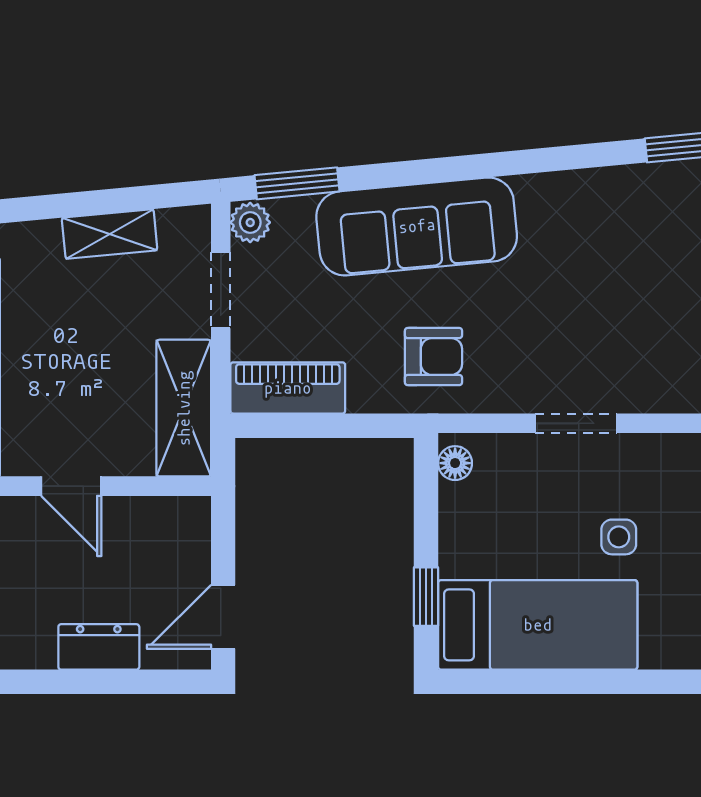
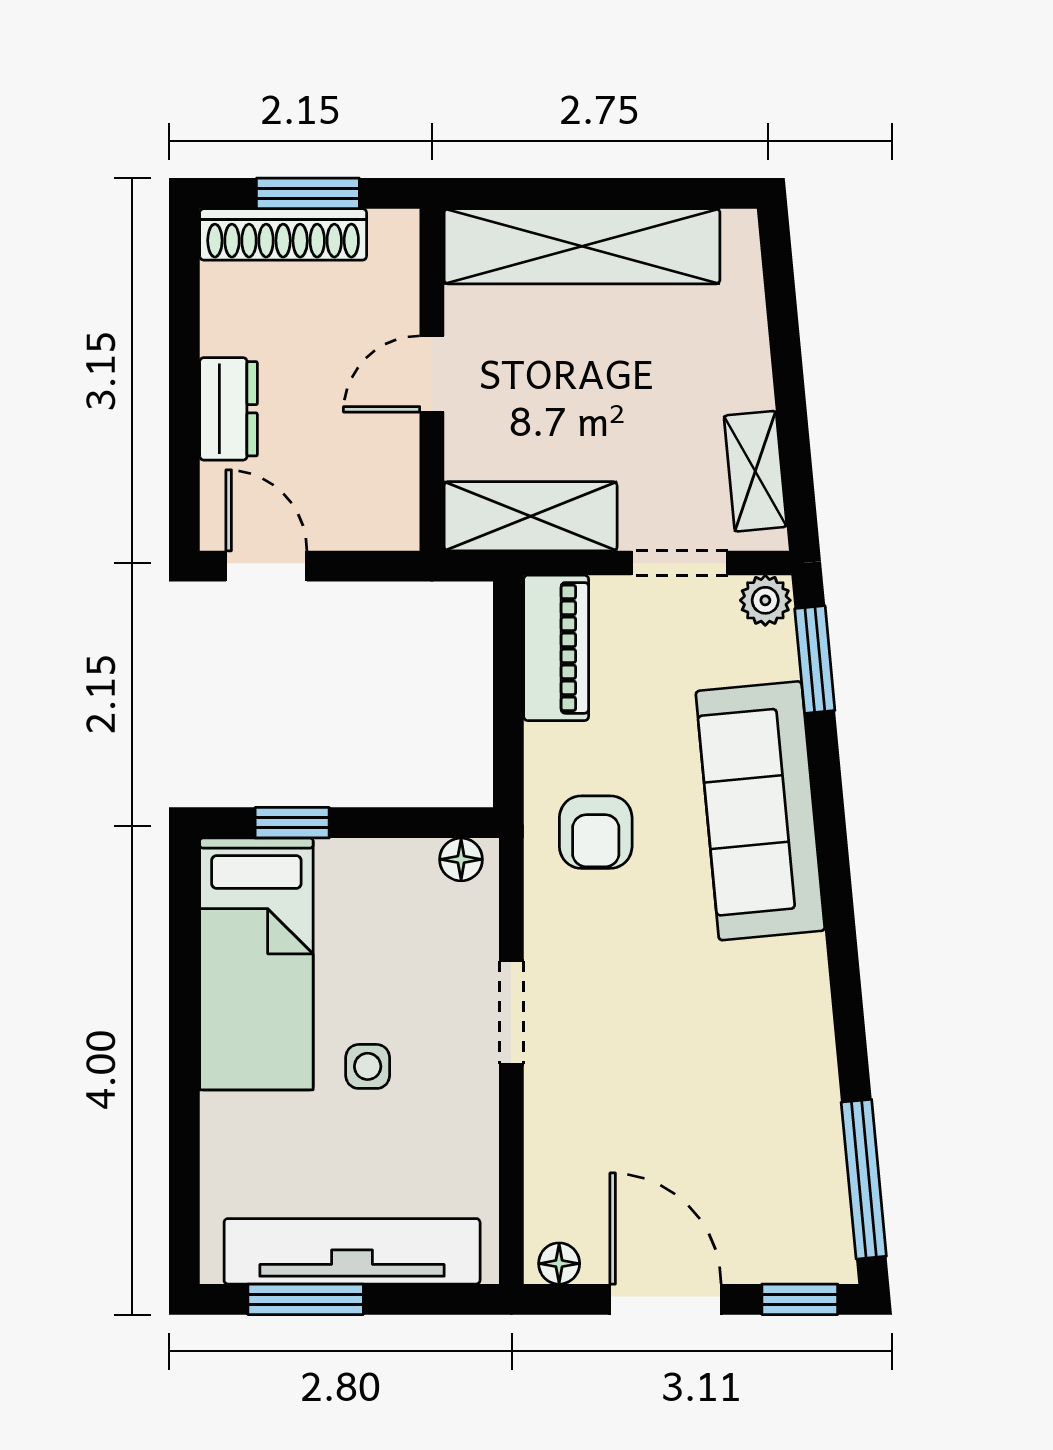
shelving: (110, 234) -> (755, 471), moved

